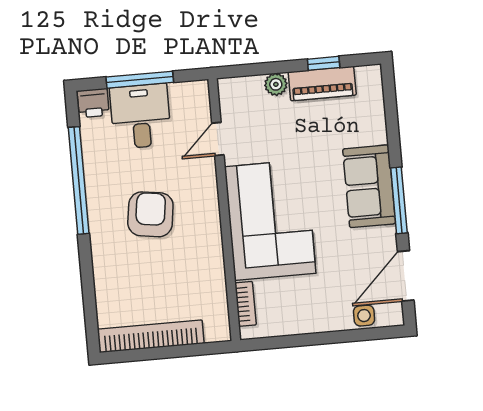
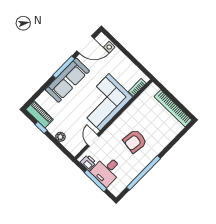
piano: (322, 84) -> (40, 114), moved
printer: (93, 103) -> (88, 163), moved
door: (218, 139) -> (93, 140), swing flipped
sofa: (369, 186) -> (67, 80), width x1.36

